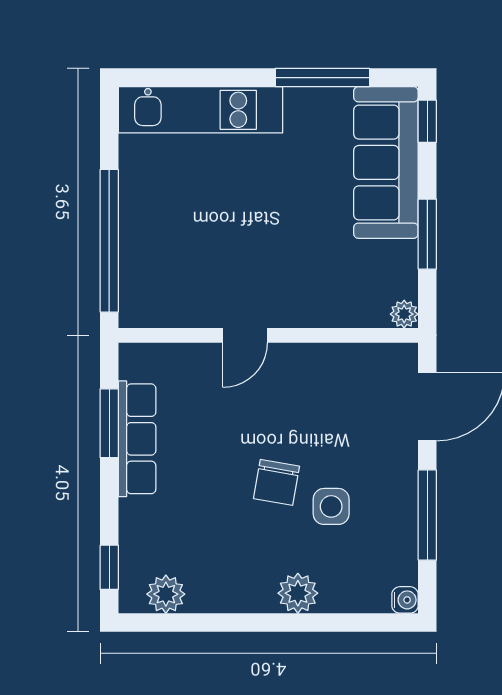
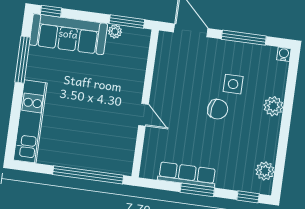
window: (427, 234) -> (127, 22), moved
plant: (404, 314) -> (115, 31), moved
window: (109, 423) -> (197, 190), moved

